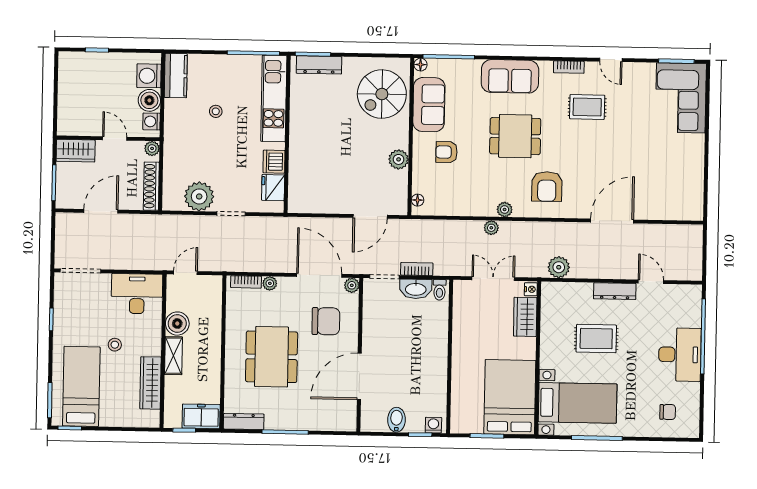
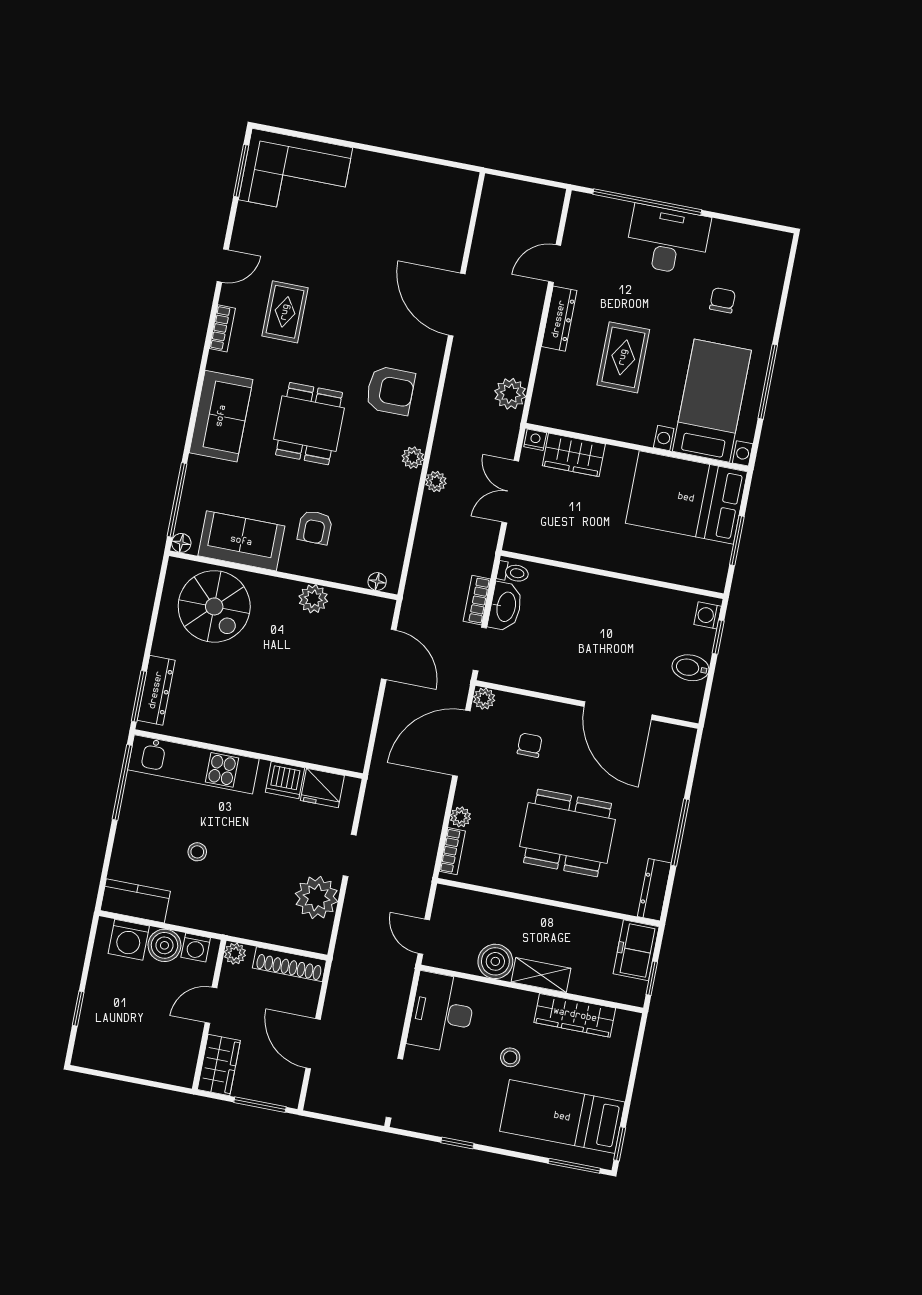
chair: (326, 321) -> (530, 745), width x0.54, depth x0.54
chair: (668, 412) -> (722, 300), moved

